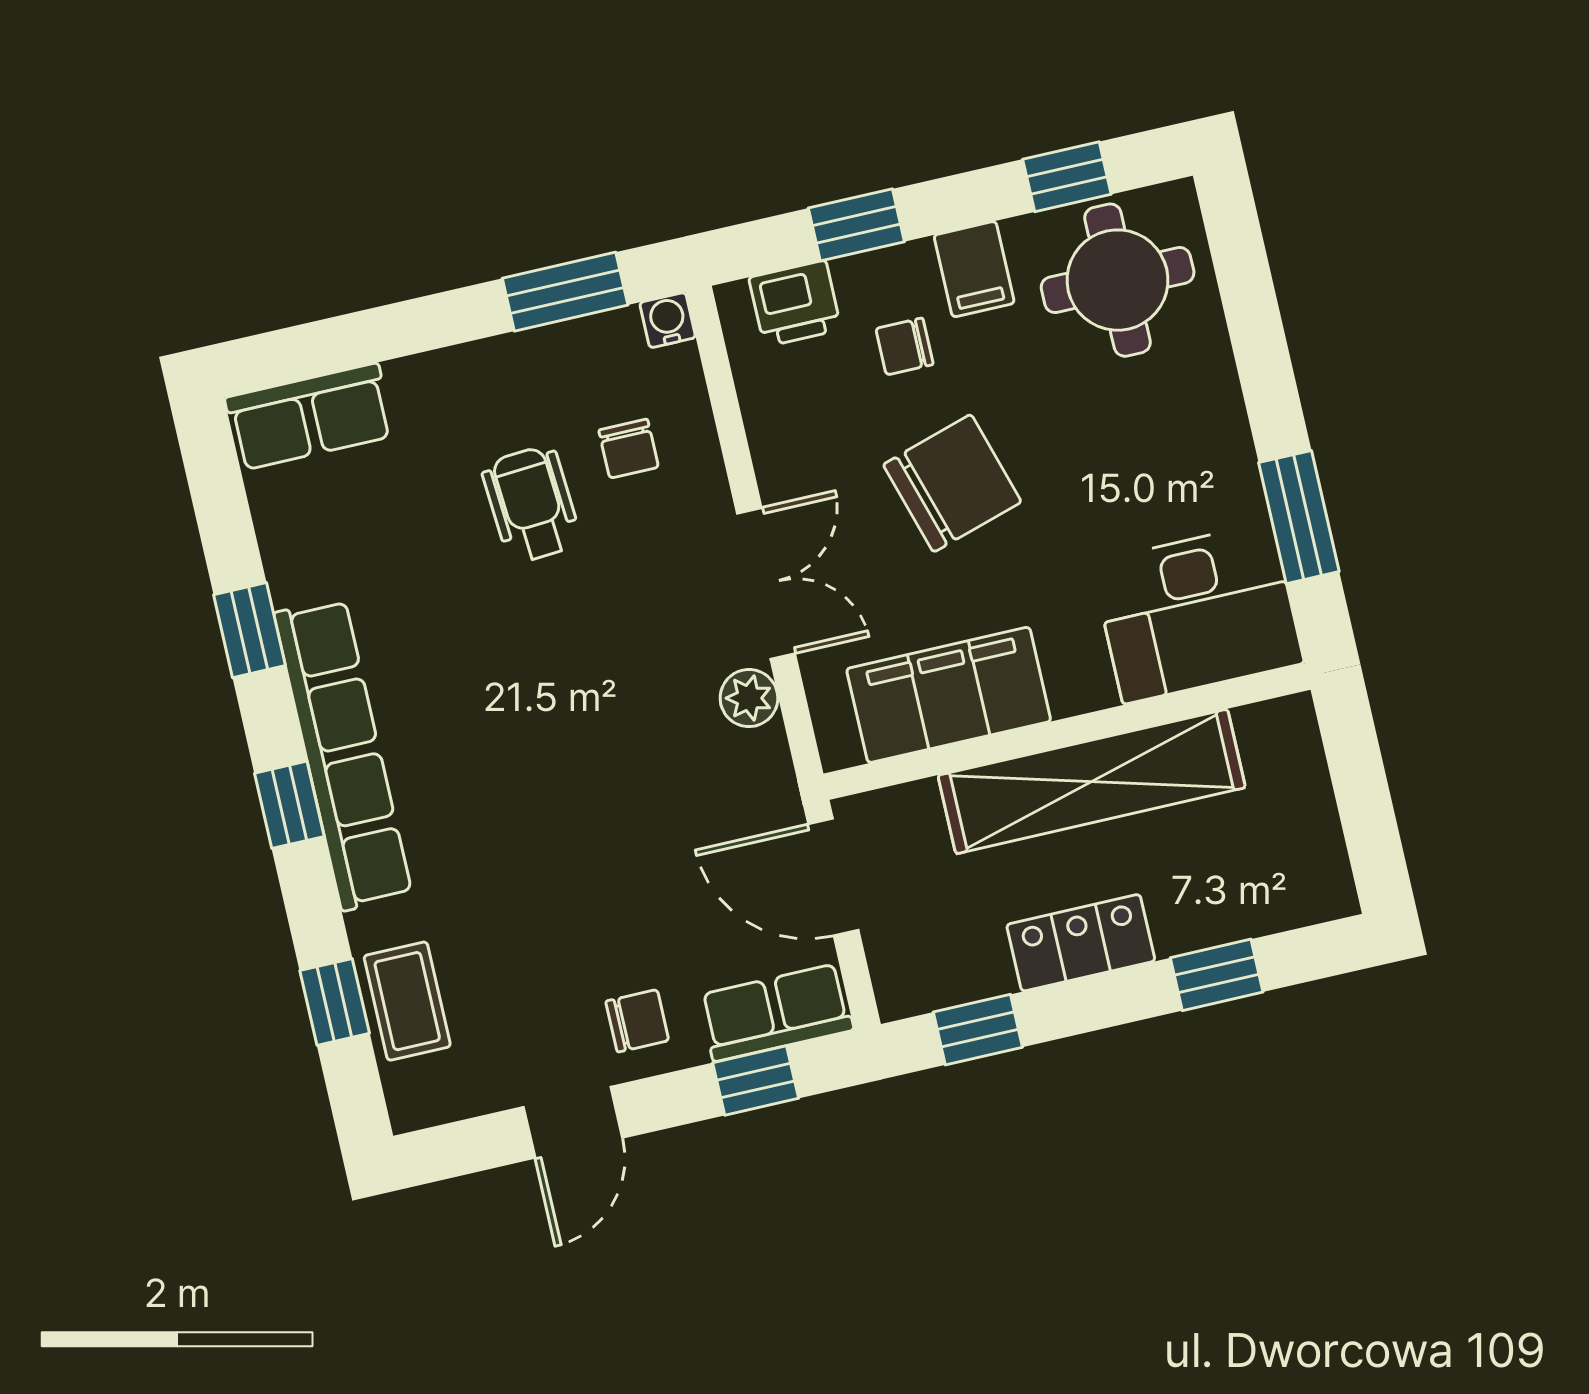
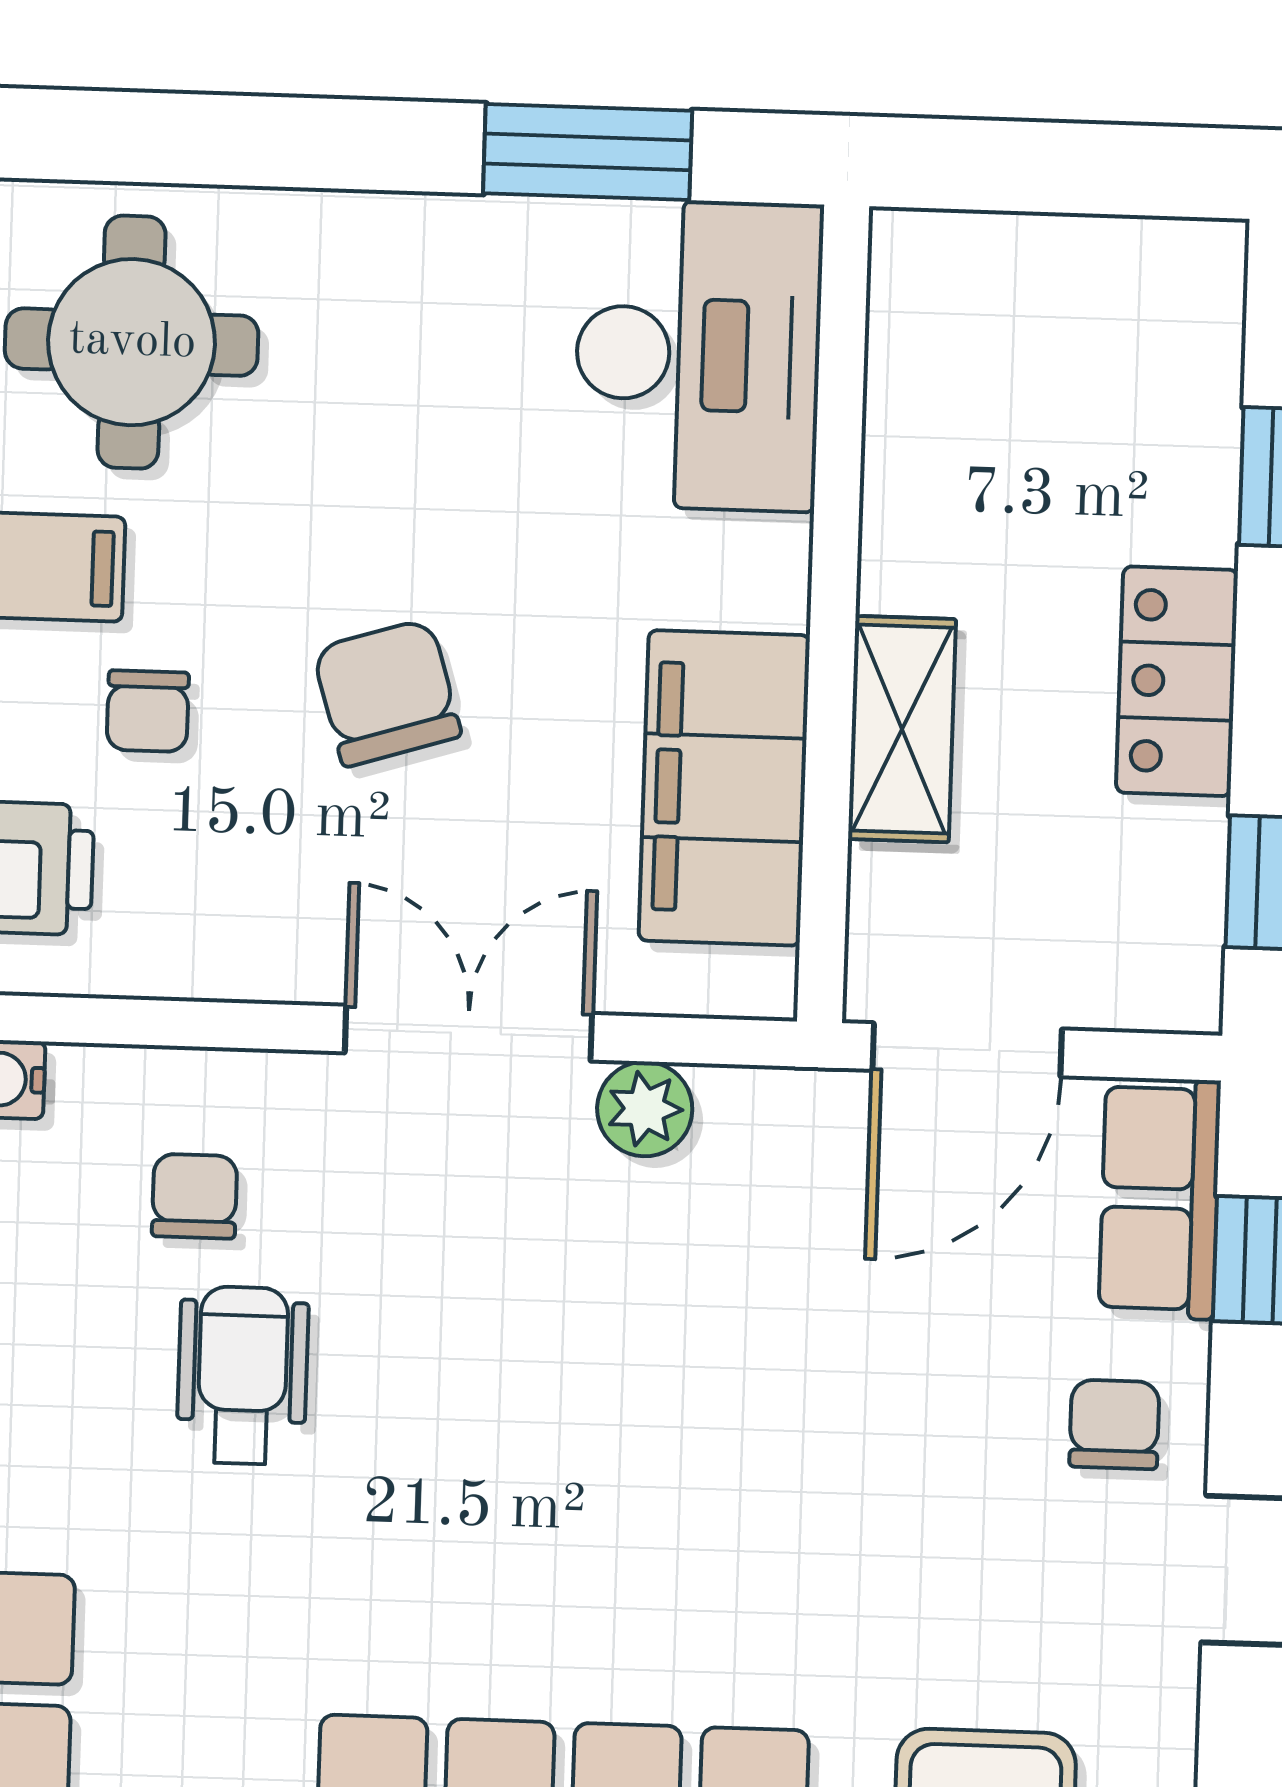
chair: (629, 449) -> (195, 1196), turned -90
chair: (952, 483) -> (387, 693), width x0.73, depth x0.73
wheelchair: (531, 504) -> (242, 1375), turned 94
shelving: (1092, 781) -> (902, 729), width x0.45, depth x0.75

